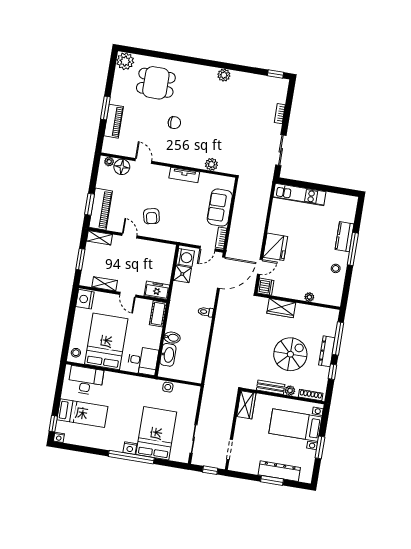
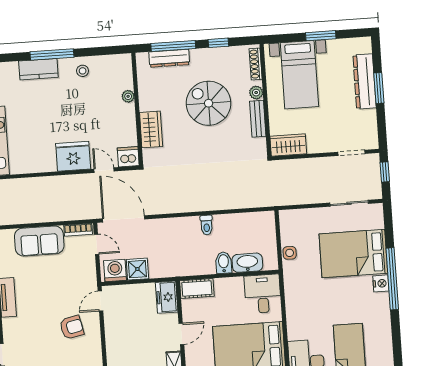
door: (129, 236) -> (100, 301), moved
toilet: (206, 312) -> (206, 225), moved
dresser: (327, 351) -> (169, 58), moved

